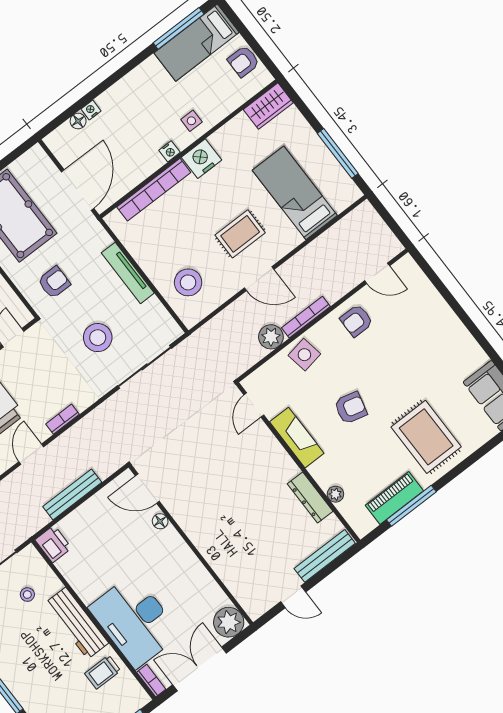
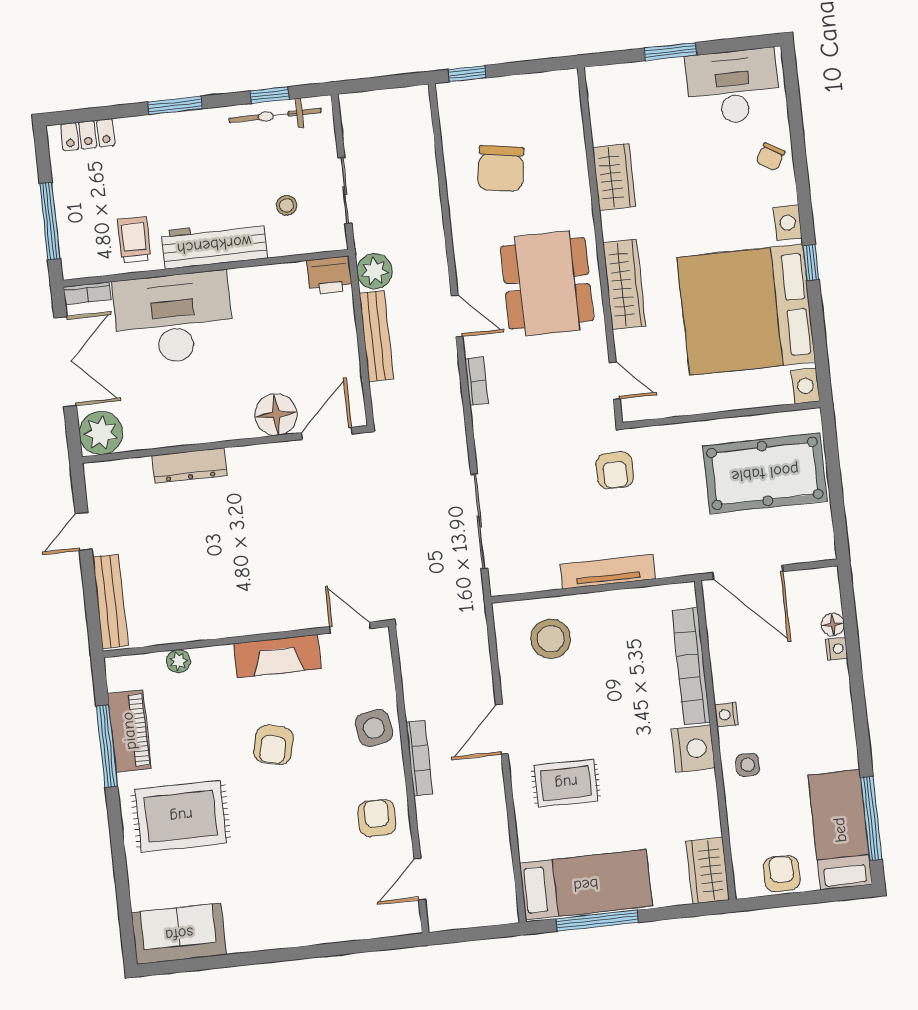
bed: (295, 193) -> (586, 885), moved
rug: (240, 234) -> (566, 783), moved, turned 90
armchair: (54, 282) -> (615, 470), moved
plant: (271, 337) -> (375, 271), moved
stool: (98, 338) -> (551, 486), removed
dresser: (310, 497) -> (189, 466), moved, turned 180
floor lamp: (160, 521) -> (276, 415), width x1.89, depth x1.89

